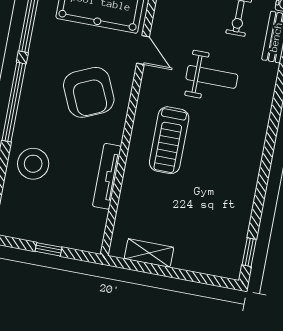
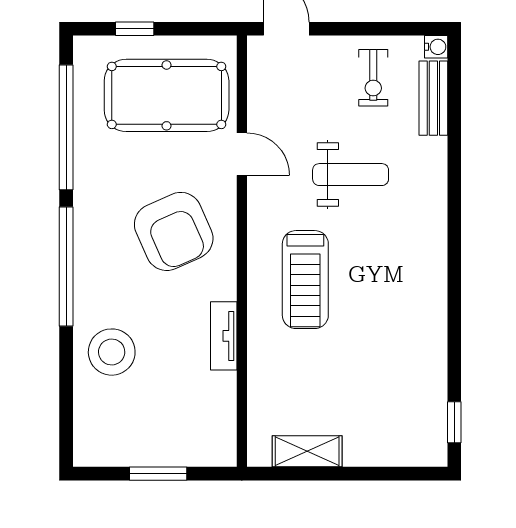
tv unit: (107, 176) -> (224, 336), width x0.71
window: (49, 249) -> (158, 474), width x1.50

